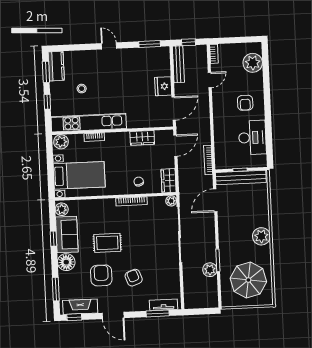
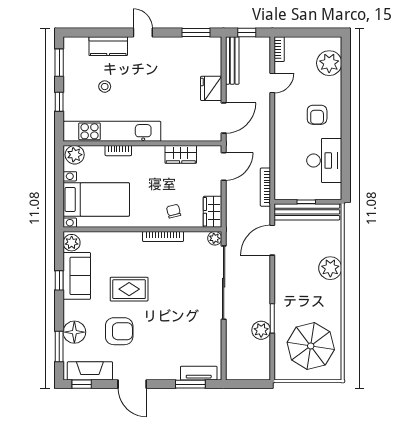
kitchen counter: (56, 66) -> (108, 46), moved, turned 90
plant: (261, 236) -> (330, 268), moved
floor lamp: (66, 262) -> (74, 332), moved
armchair: (101, 275) -> (119, 331), turned 90
armchair: (134, 278) -> (161, 336), removed

